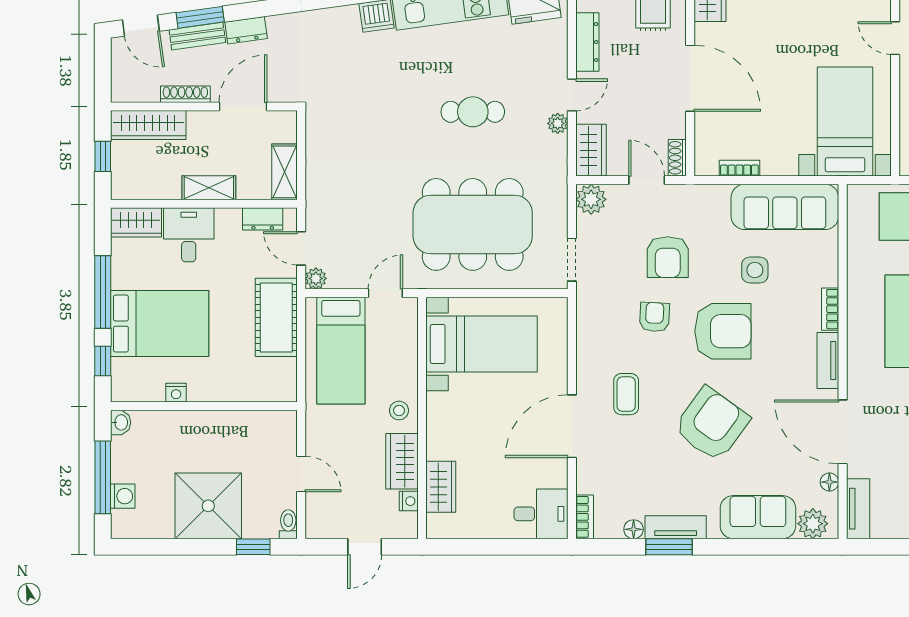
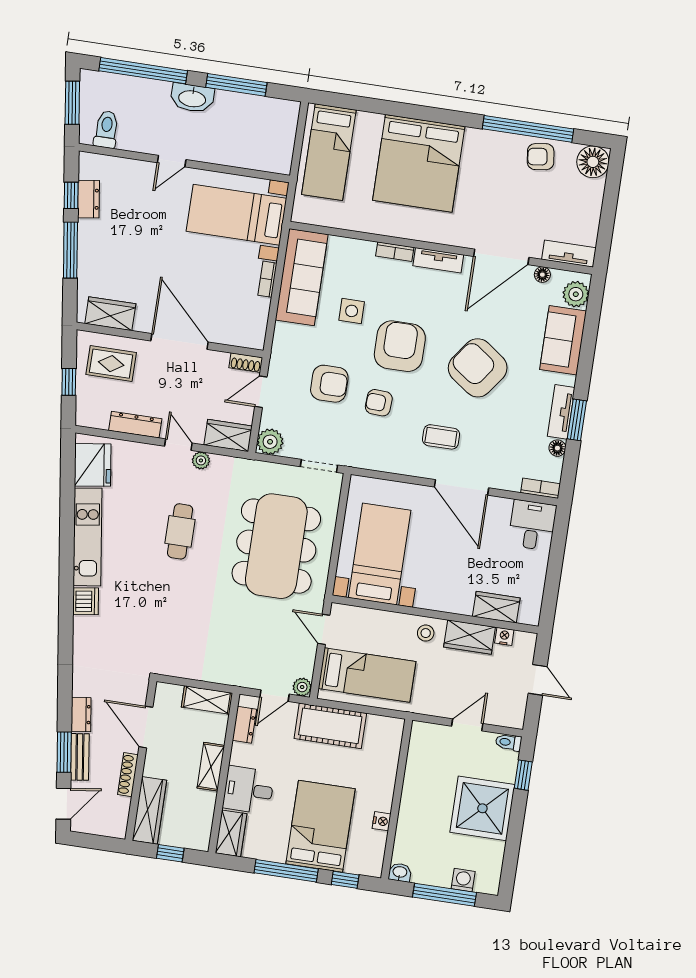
door: (690, 78) -> (180, 341), hinge flipped
bookcase: (739, 168) -> (267, 279), moved

